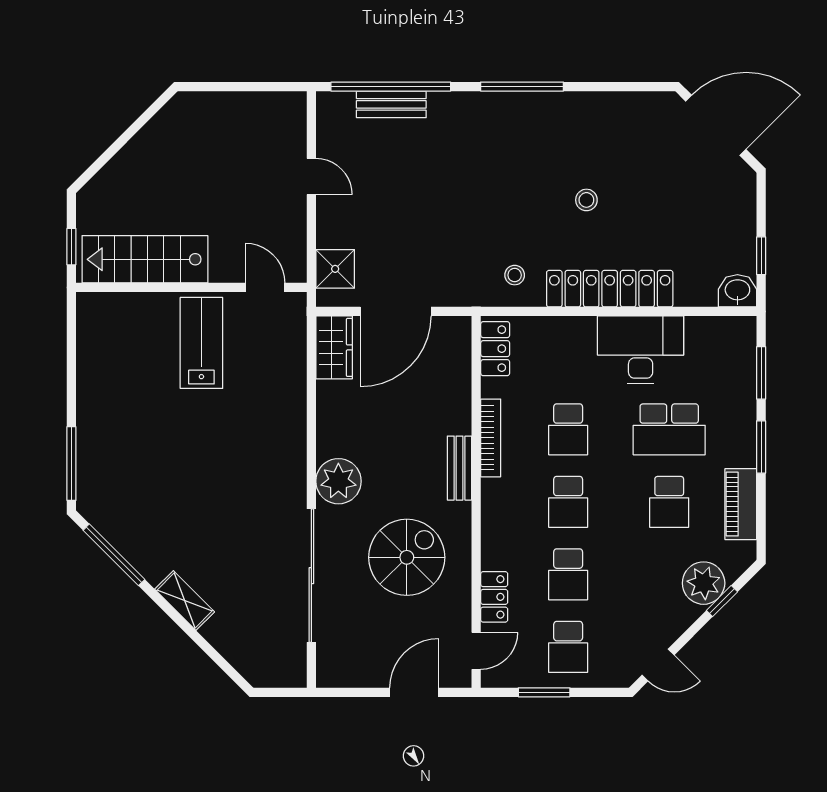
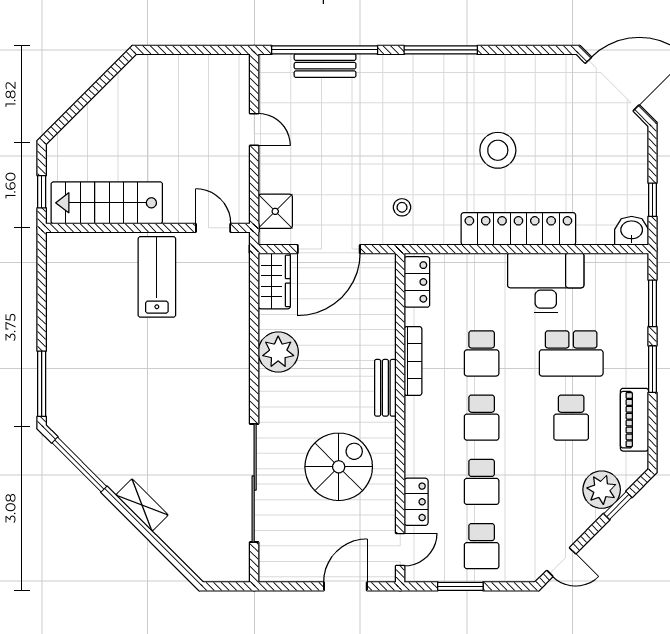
stool: (586, 200) -> (498, 150), width x1.89, depth x1.89
stool: (515, 275) -> (402, 207), moved
plant: (338, 481) -> (278, 352), moved

